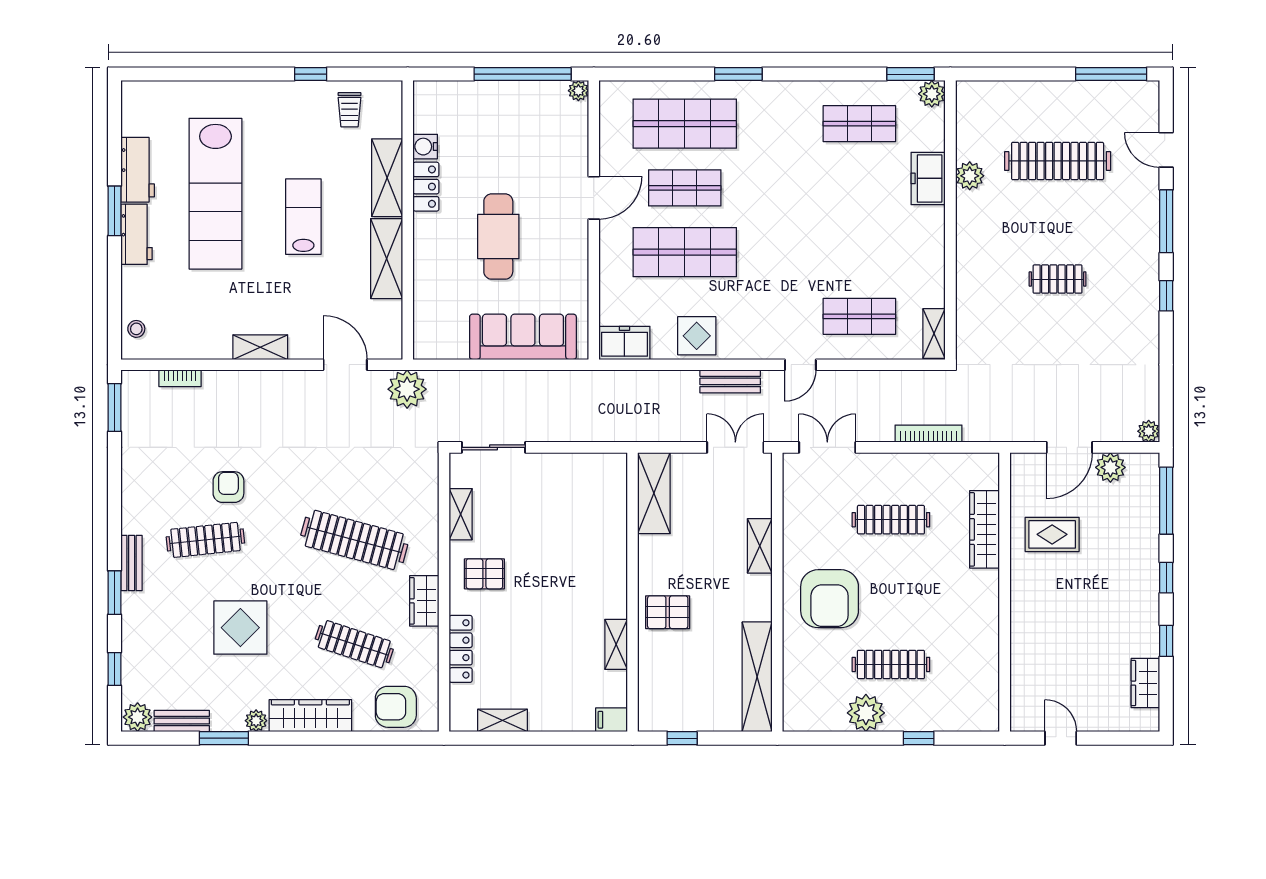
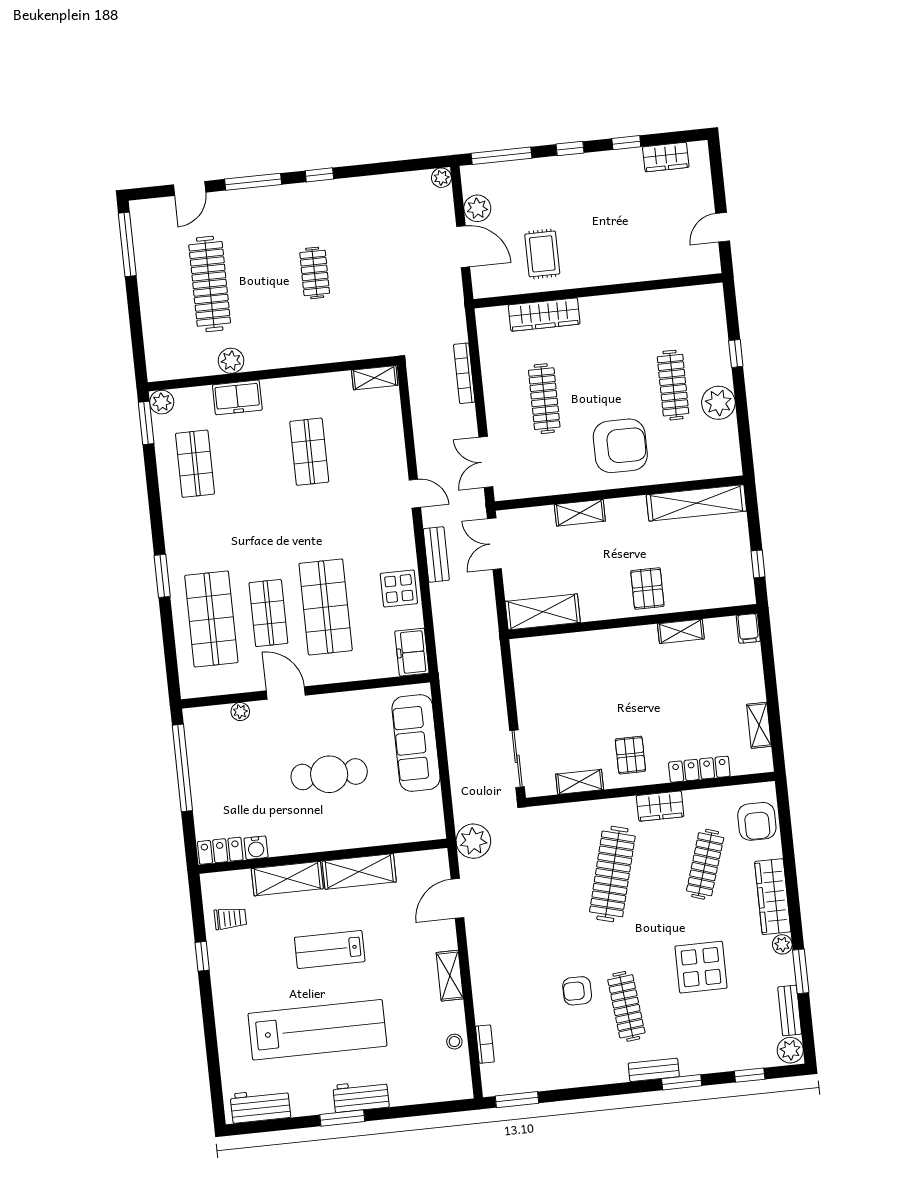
plant: (578, 91) -> (240, 712), moved
workbench: (138, 170) -> (260, 1106), moved
locker: (426, 187) -> (220, 851), moved
shop shelf: (859, 316) -> (309, 452), moved
stool: (136, 329) -> (454, 1042), moved

